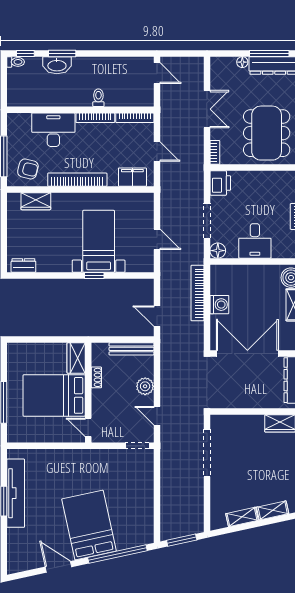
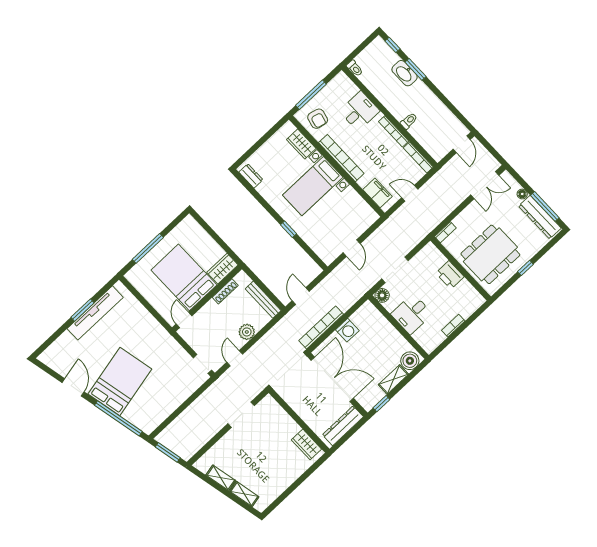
toilet: (16, 62) -> (355, 68), moved
double door: (207, 109) -> (485, 185), moved
desk: (53, 130) -> (359, 111), width x0.73
door: (157, 152) -> (410, 193), swing flipped
printer: (220, 183) -> (450, 275), moved, turned 90
bed with nightstands: (99, 241) -> (313, 186), moved, turned 180
bookcase: (197, 293) -> (321, 327), moved
shoe rack: (96, 377) -> (225, 291), width x1.43
doorway: (207, 453) -> (241, 415), width x0.73

